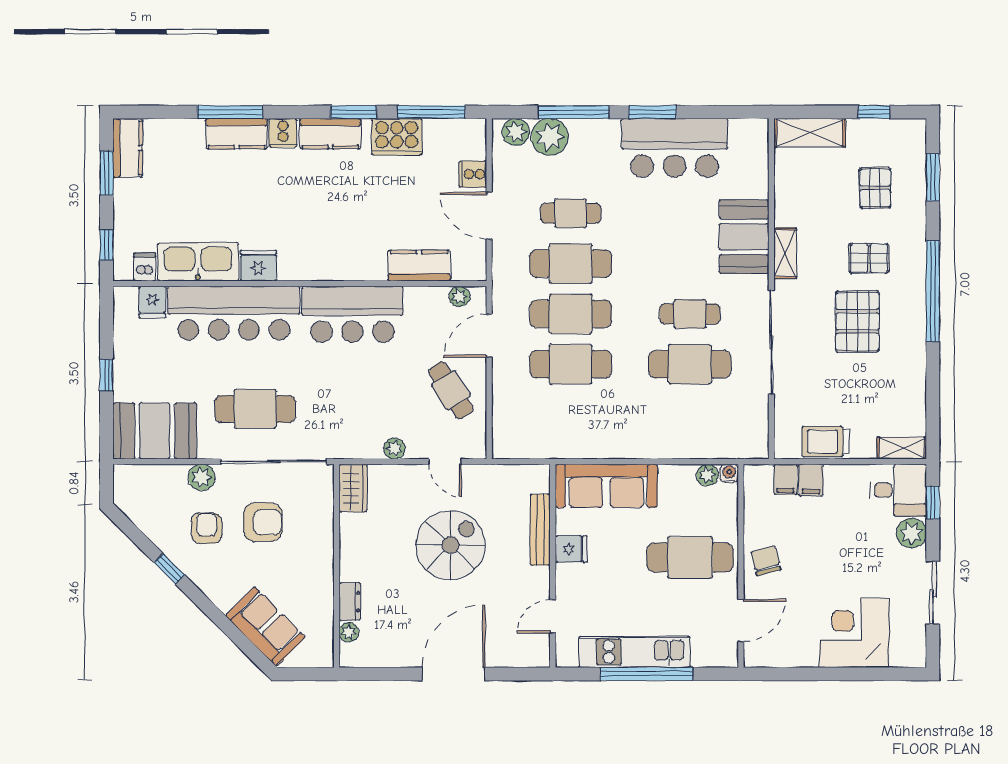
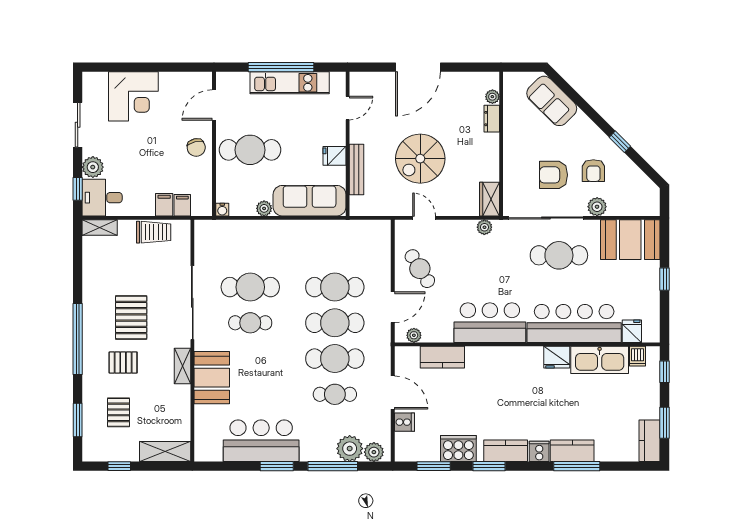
window: (431, 112) -> (434, 466), width x0.69
plant: (394, 449) -> (484, 227), moved
plant: (707, 475) -> (264, 208), moved

